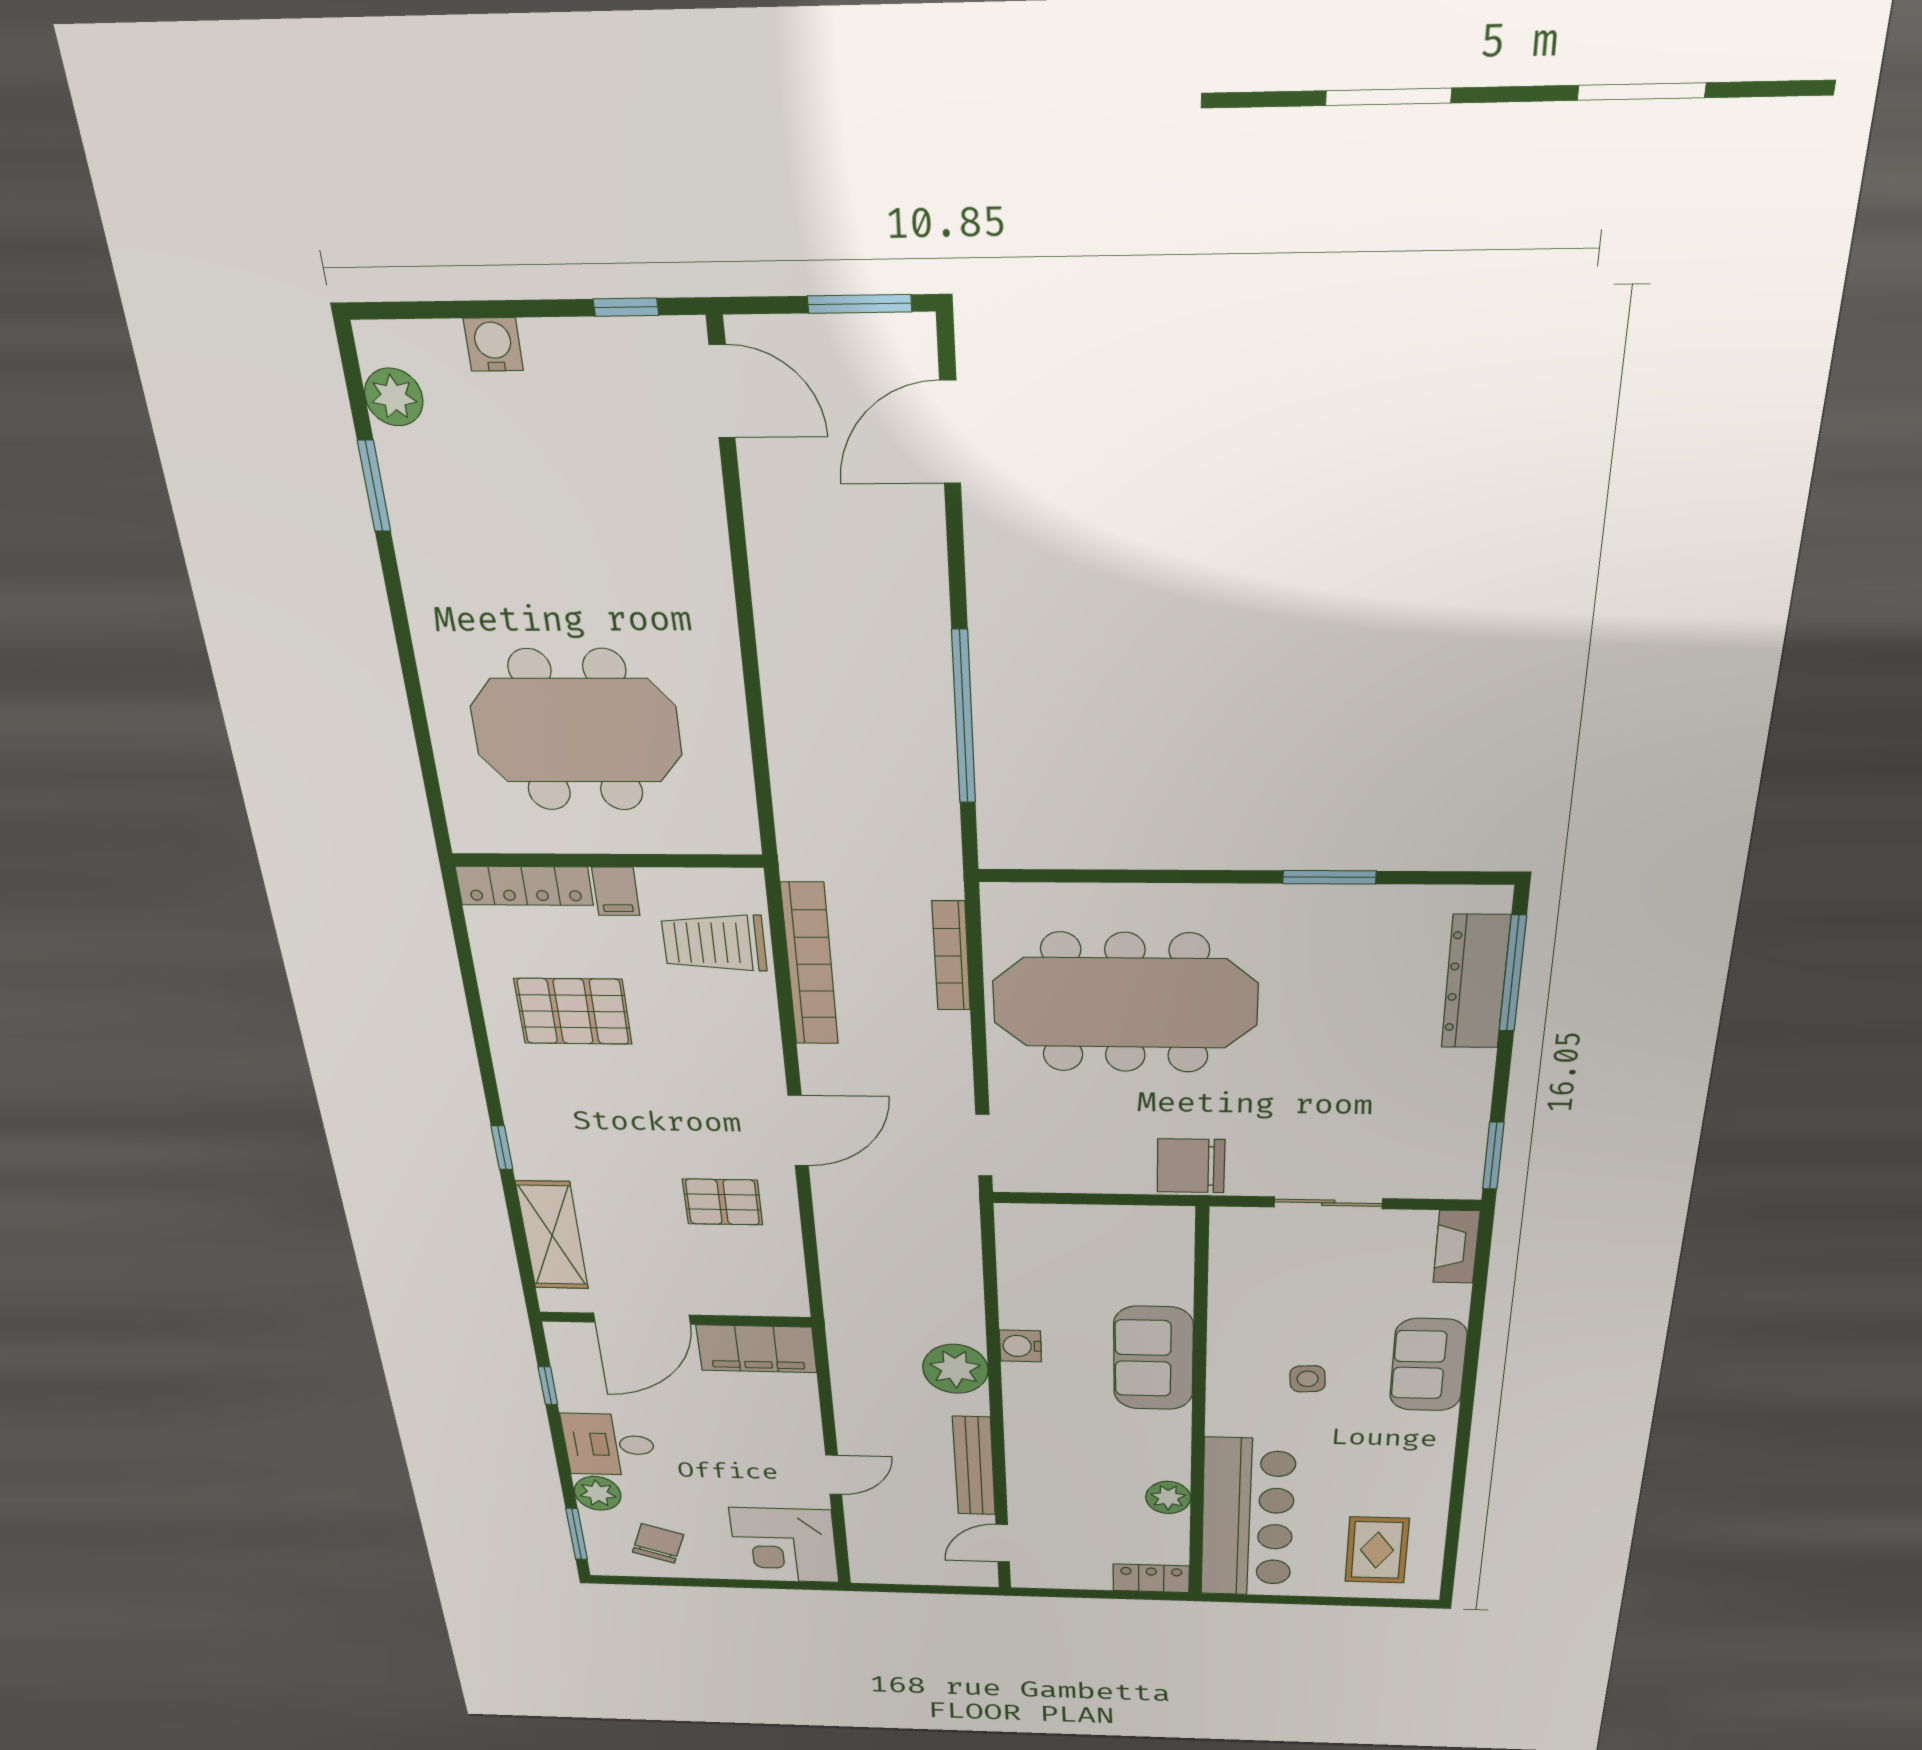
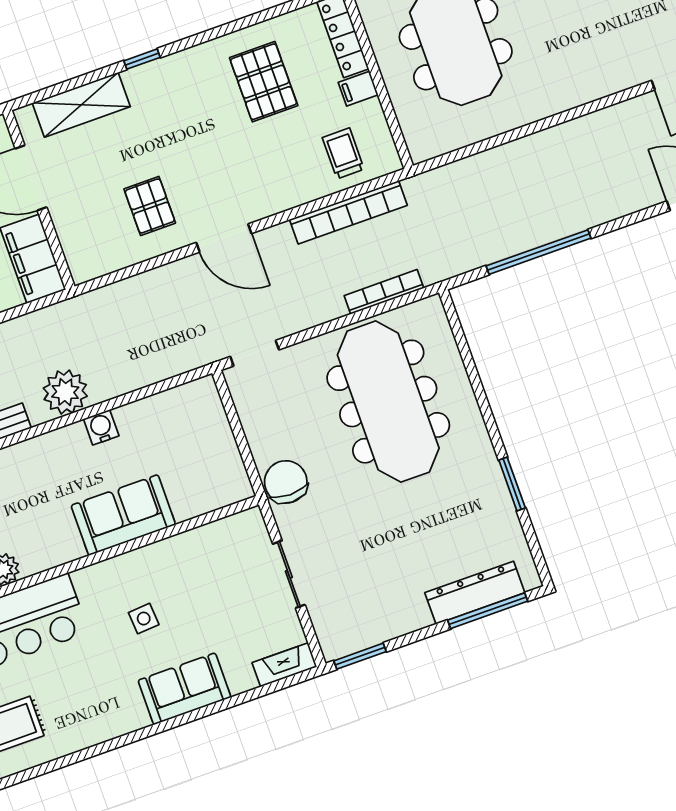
trolley: (714, 943) -> (343, 153), width x0.73, depth x0.72

